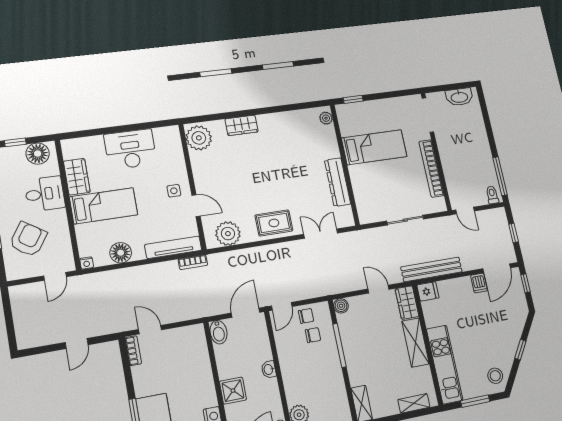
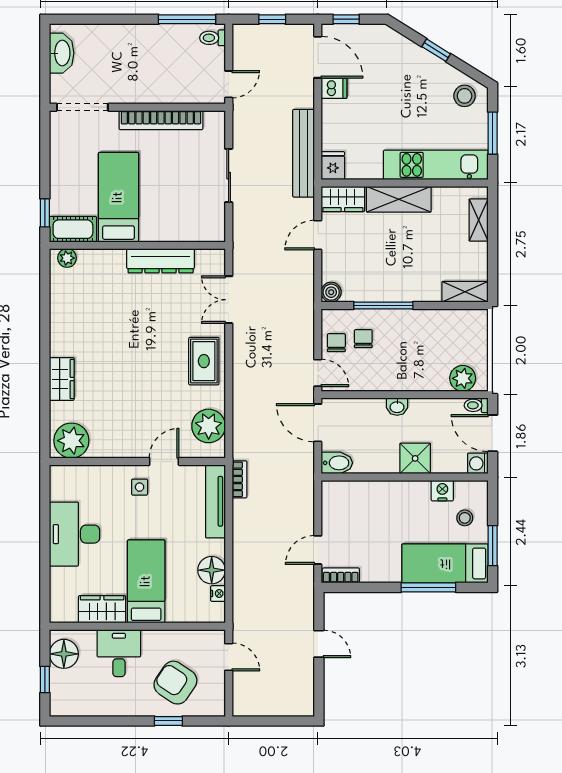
cot: (346, 120) -> (73, 229), added
nightstand: (87, 263) -> (218, 593), moved

